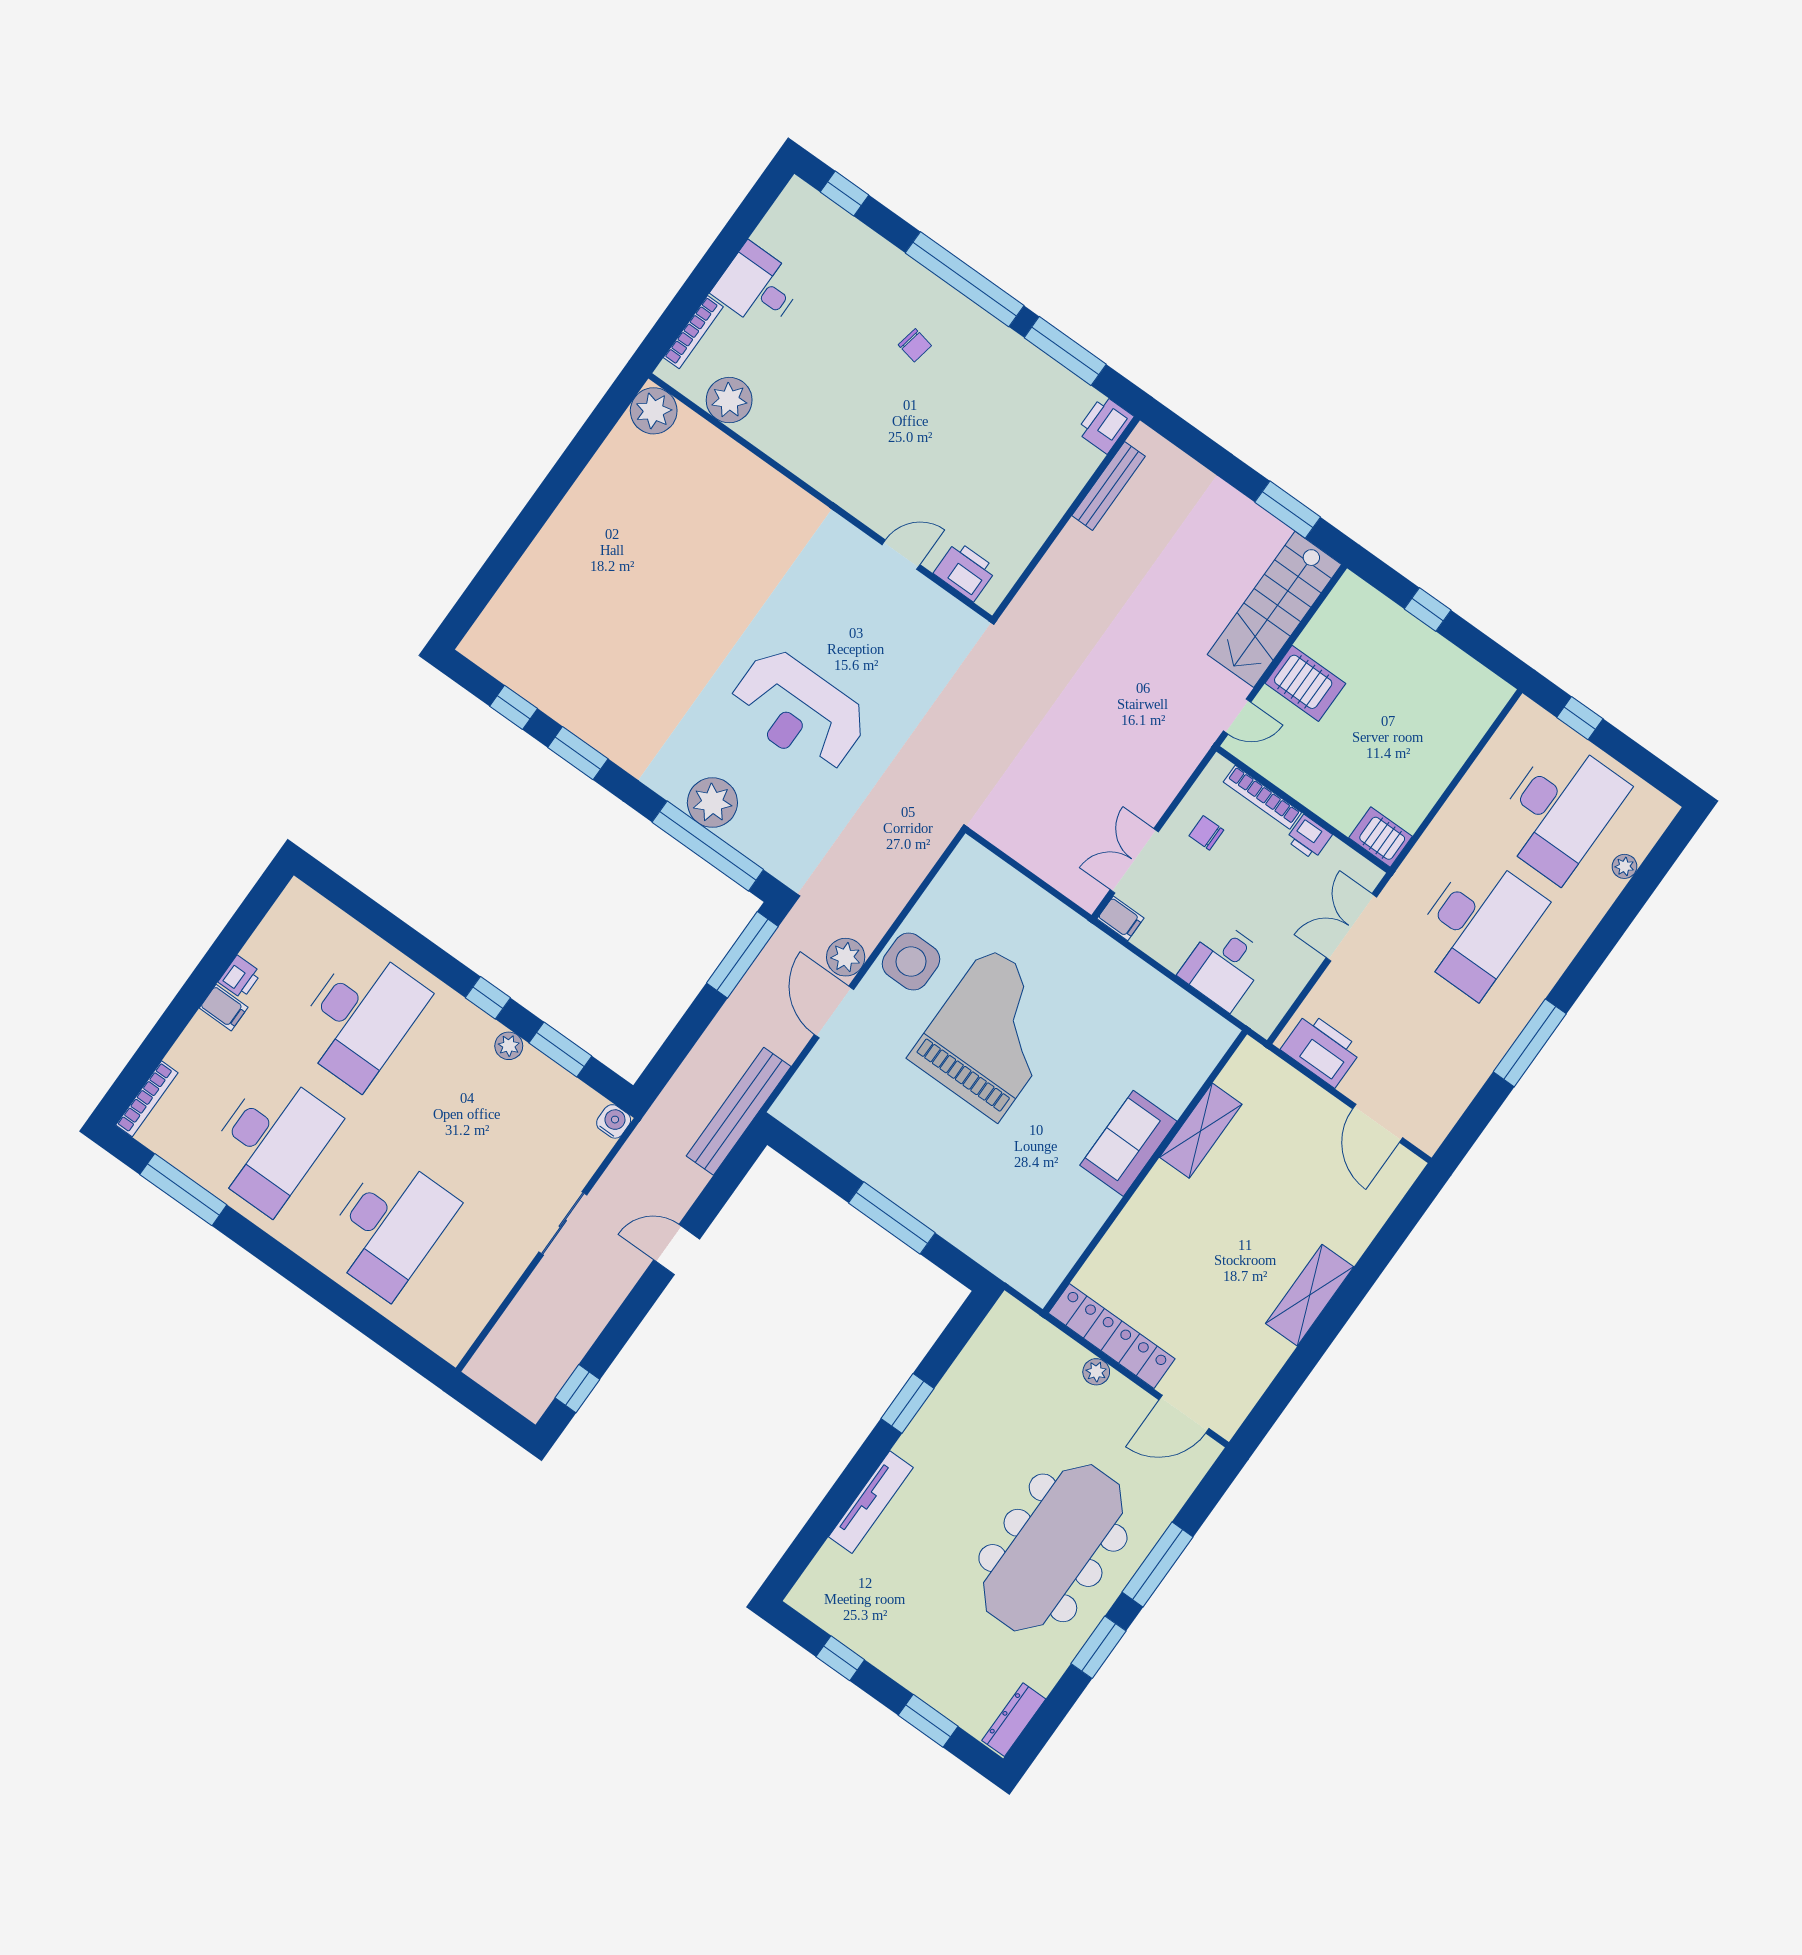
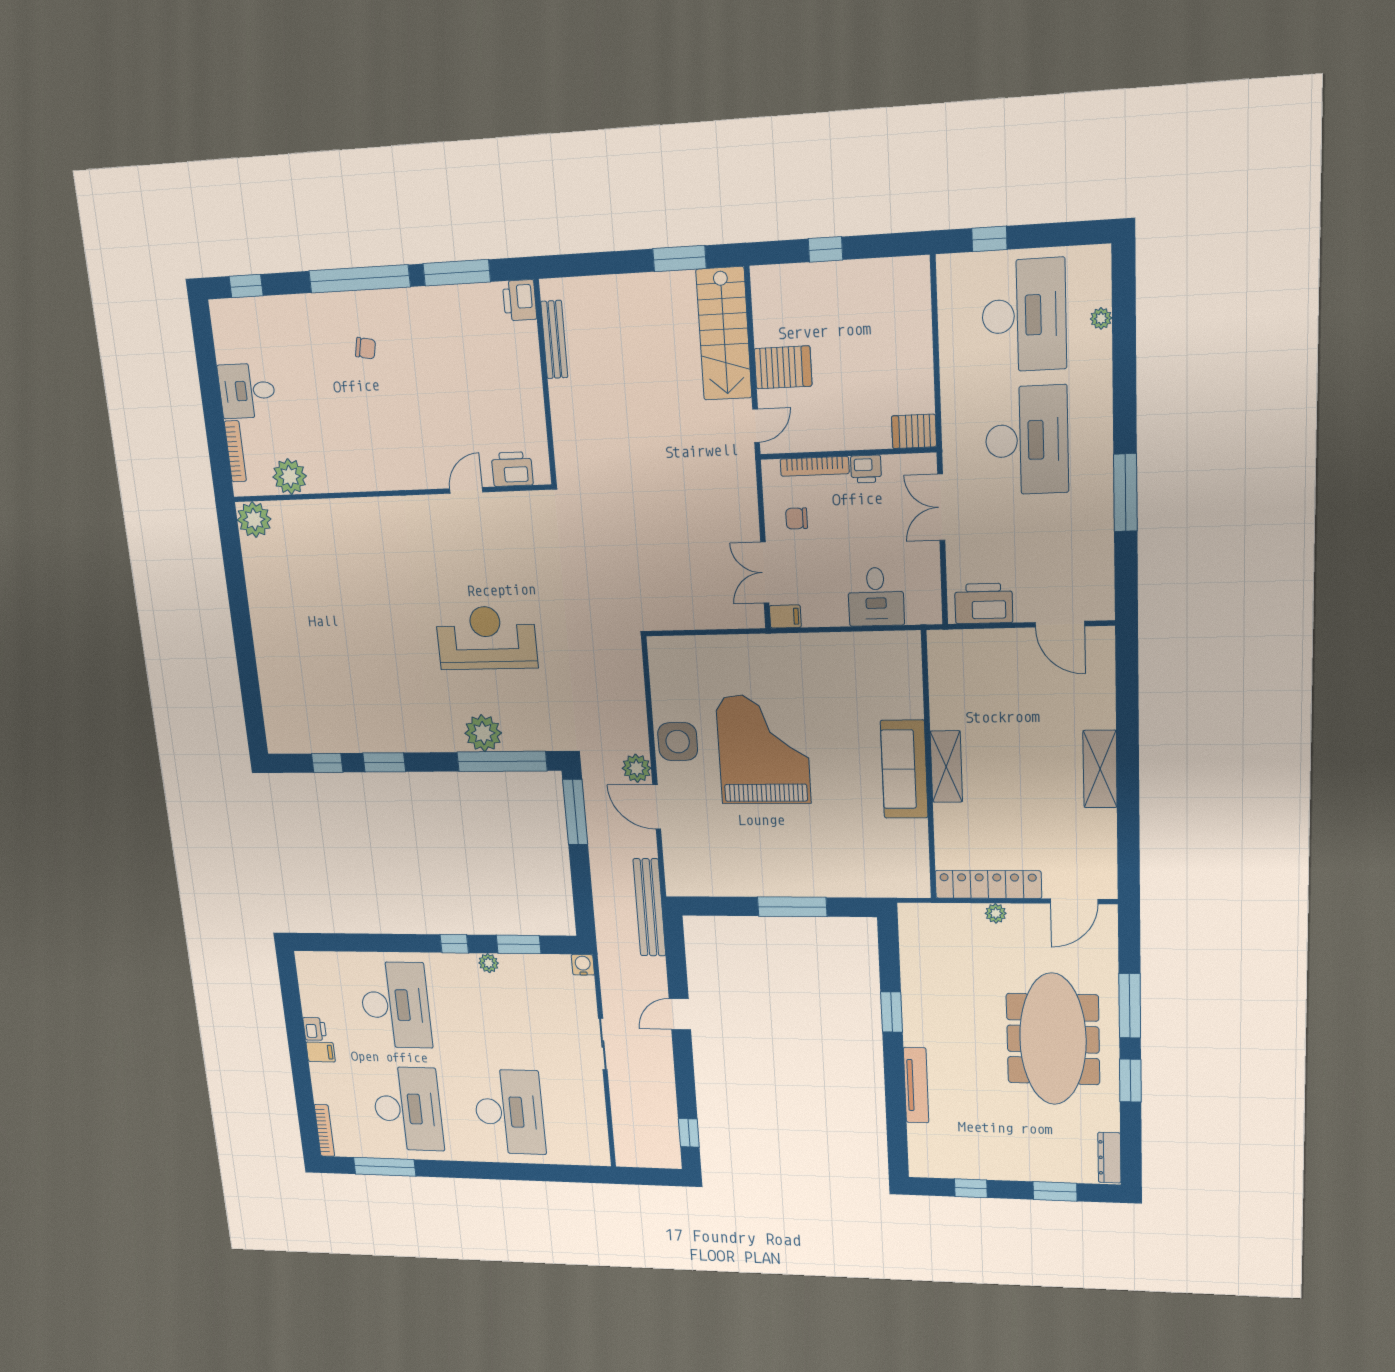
reception desk: (798, 711) -> (486, 638), turned 180
shelving: (1201, 1131) -> (946, 767), moved
sofa: (1128, 1143) -> (904, 769), width x1.36

